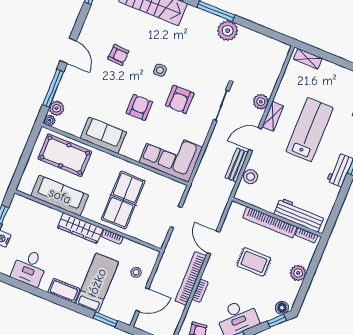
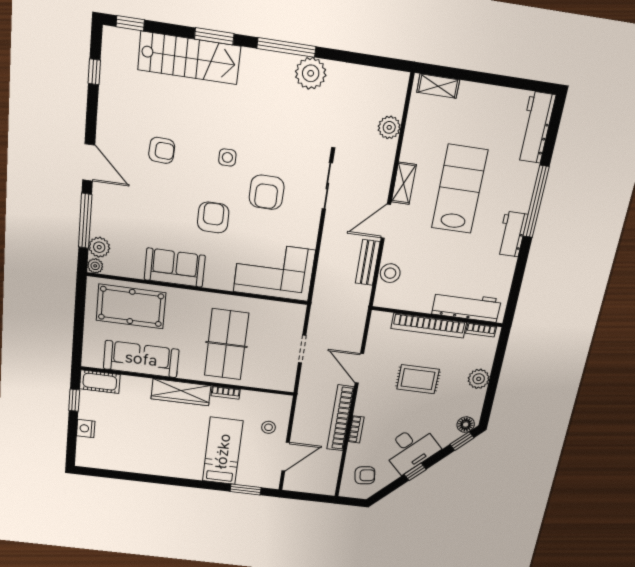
plant: (261, 102) -> (389, 127), moved
desk: (30, 268) -> (132, 454), removed
cot: (64, 291) -> (100, 382), moved

